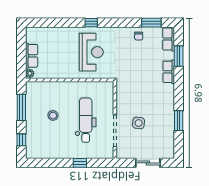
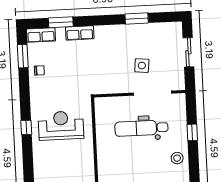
stool: (53, 116) -> (177, 158), moved

